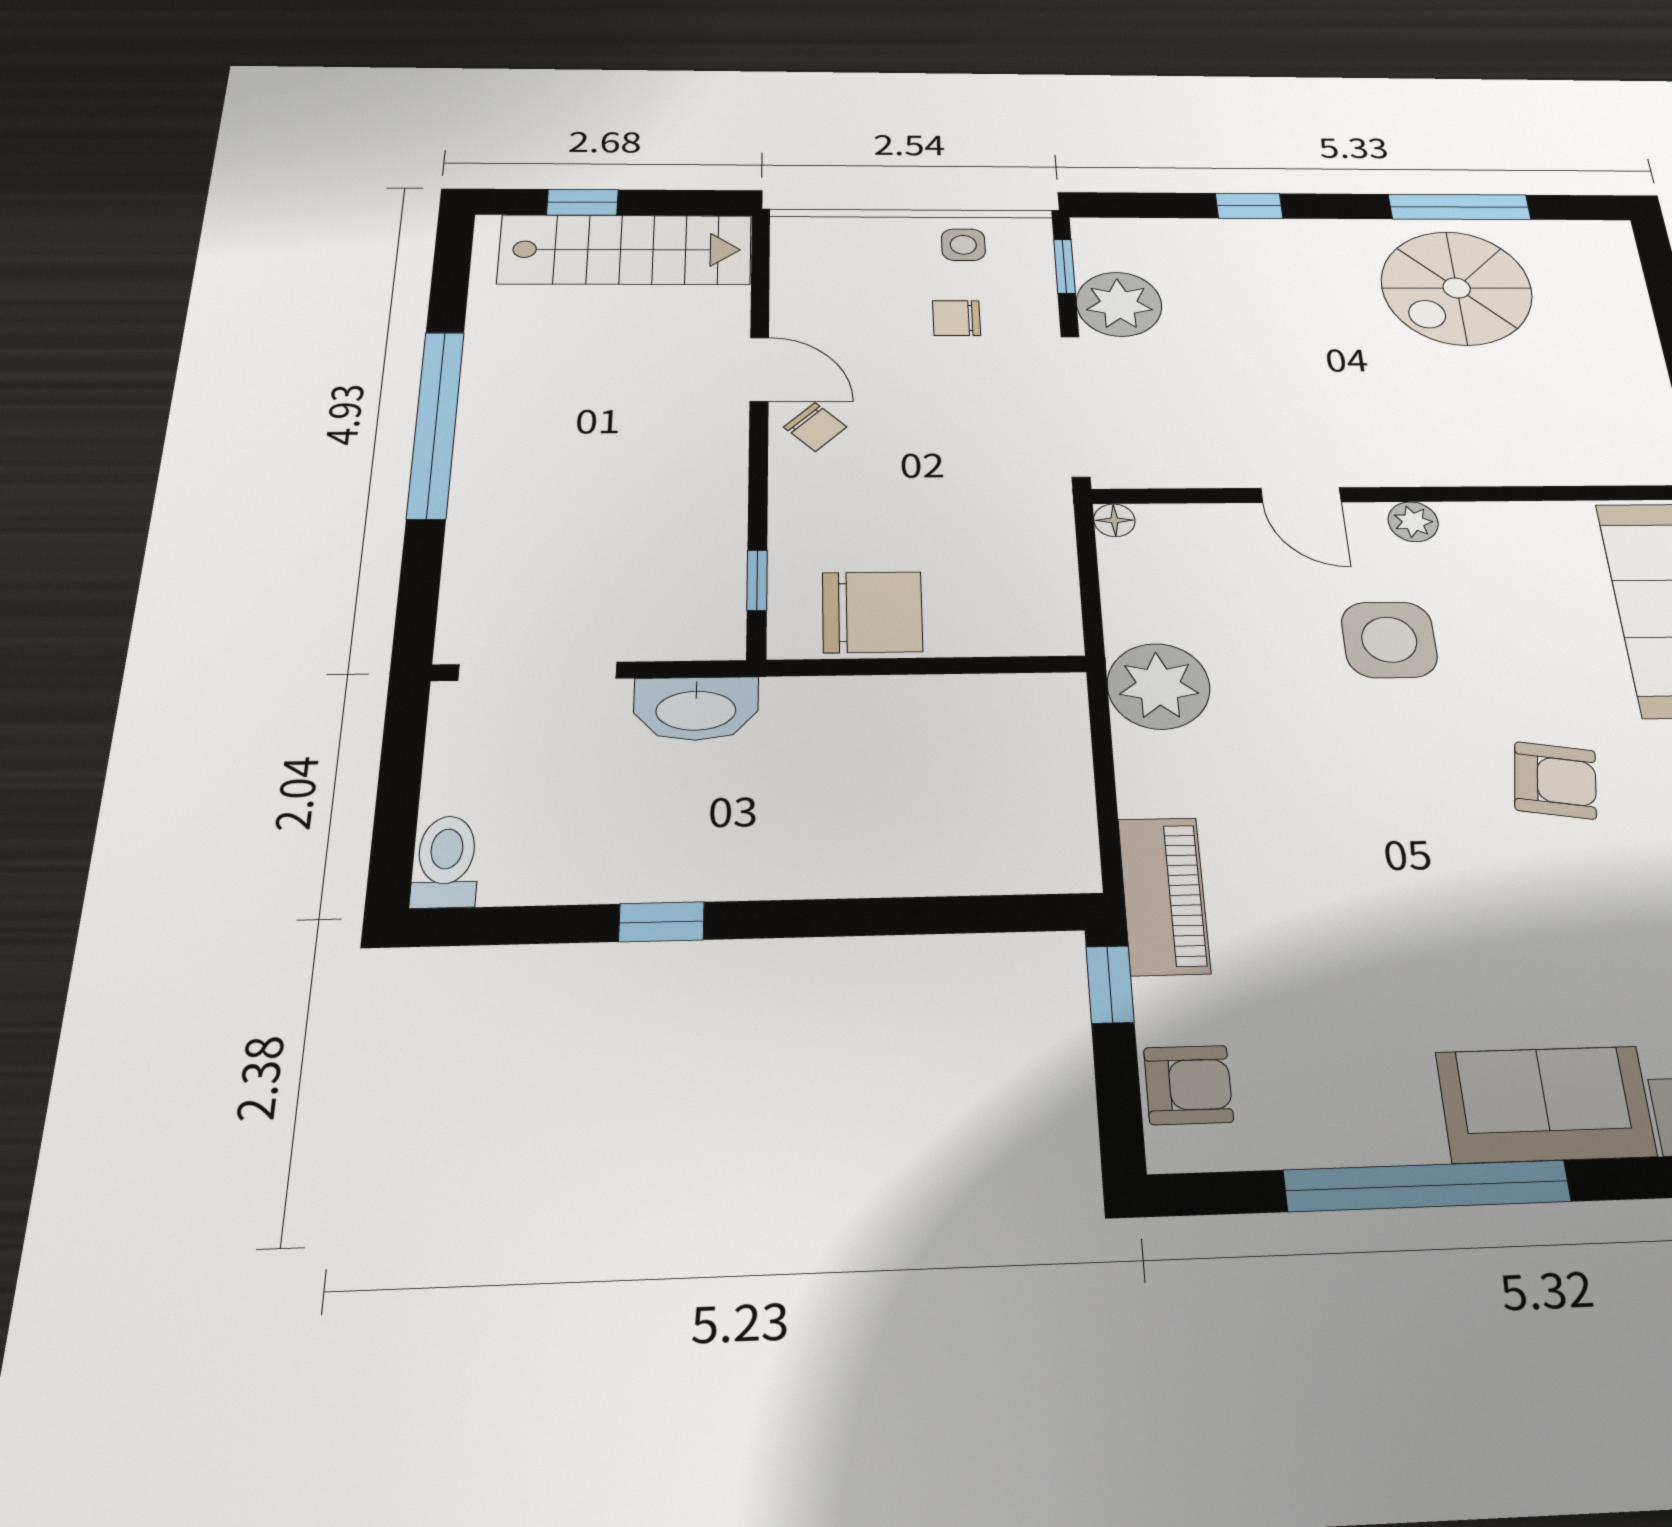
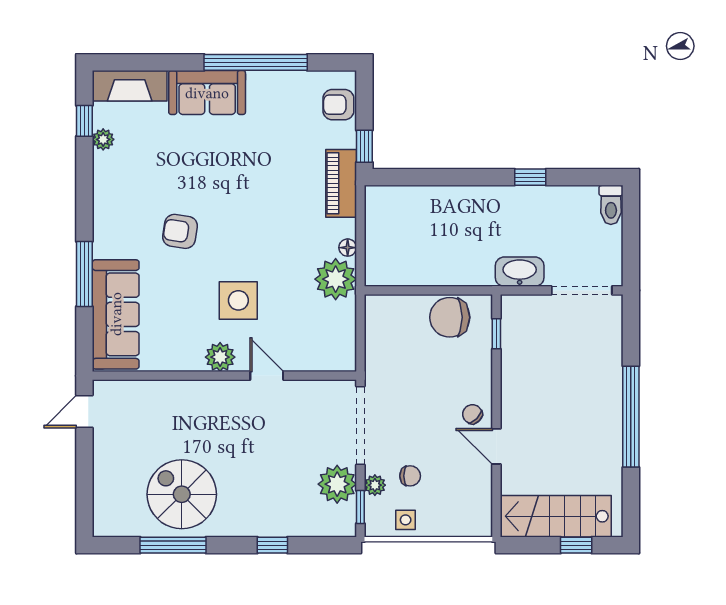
spiral stairs: (1457, 288) -> (182, 494), turned -90
plant: (1035, 302) -> (375, 485), added
floor lamp: (1114, 520) -> (348, 248), moved
plant: (1413, 522) -> (220, 357), width x1.38, depth x1.38

